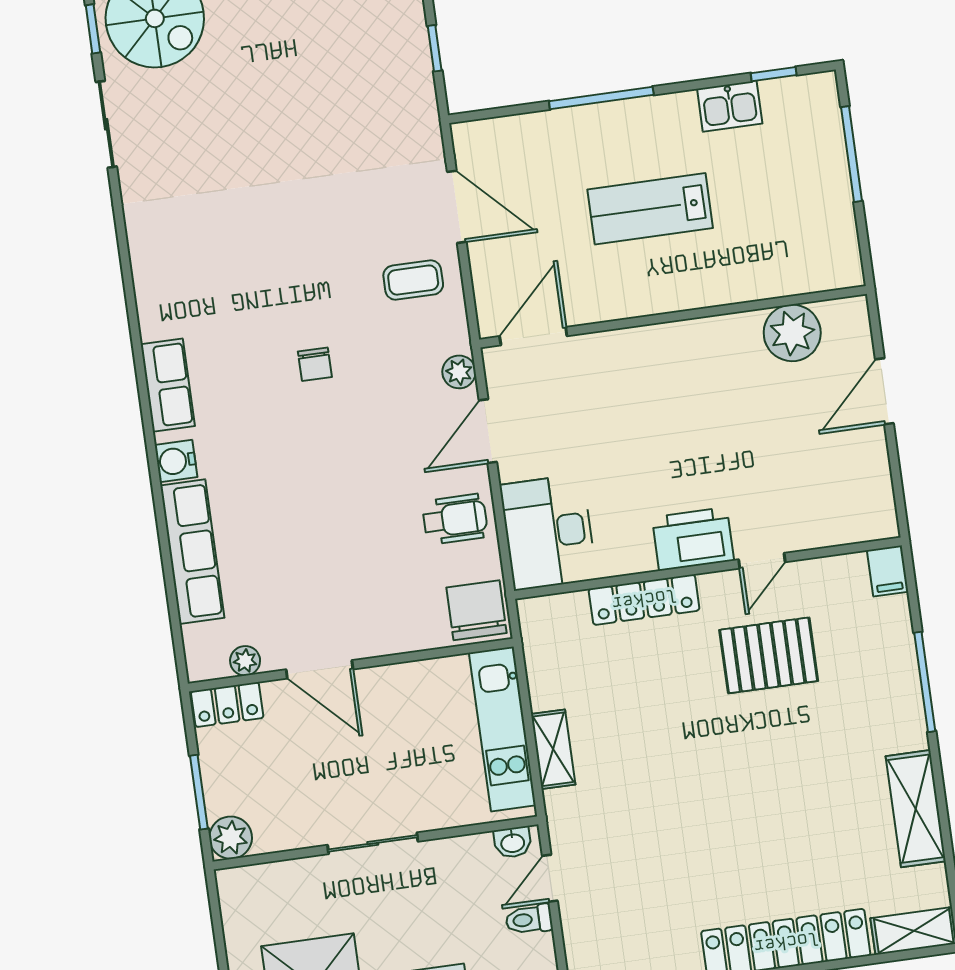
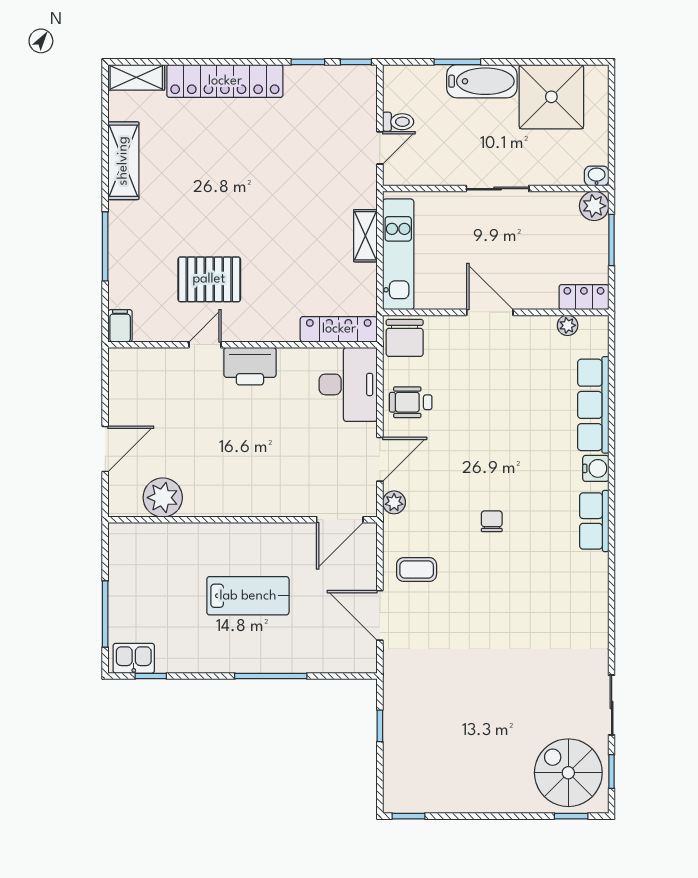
kitchen sink: (730, 106) -> (134, 658), moved
locker: (644, 600) -> (339, 329), moved
door: (319, 669) -> (490, 312), moved
washbasin: (513, 842) -> (597, 176), moved

